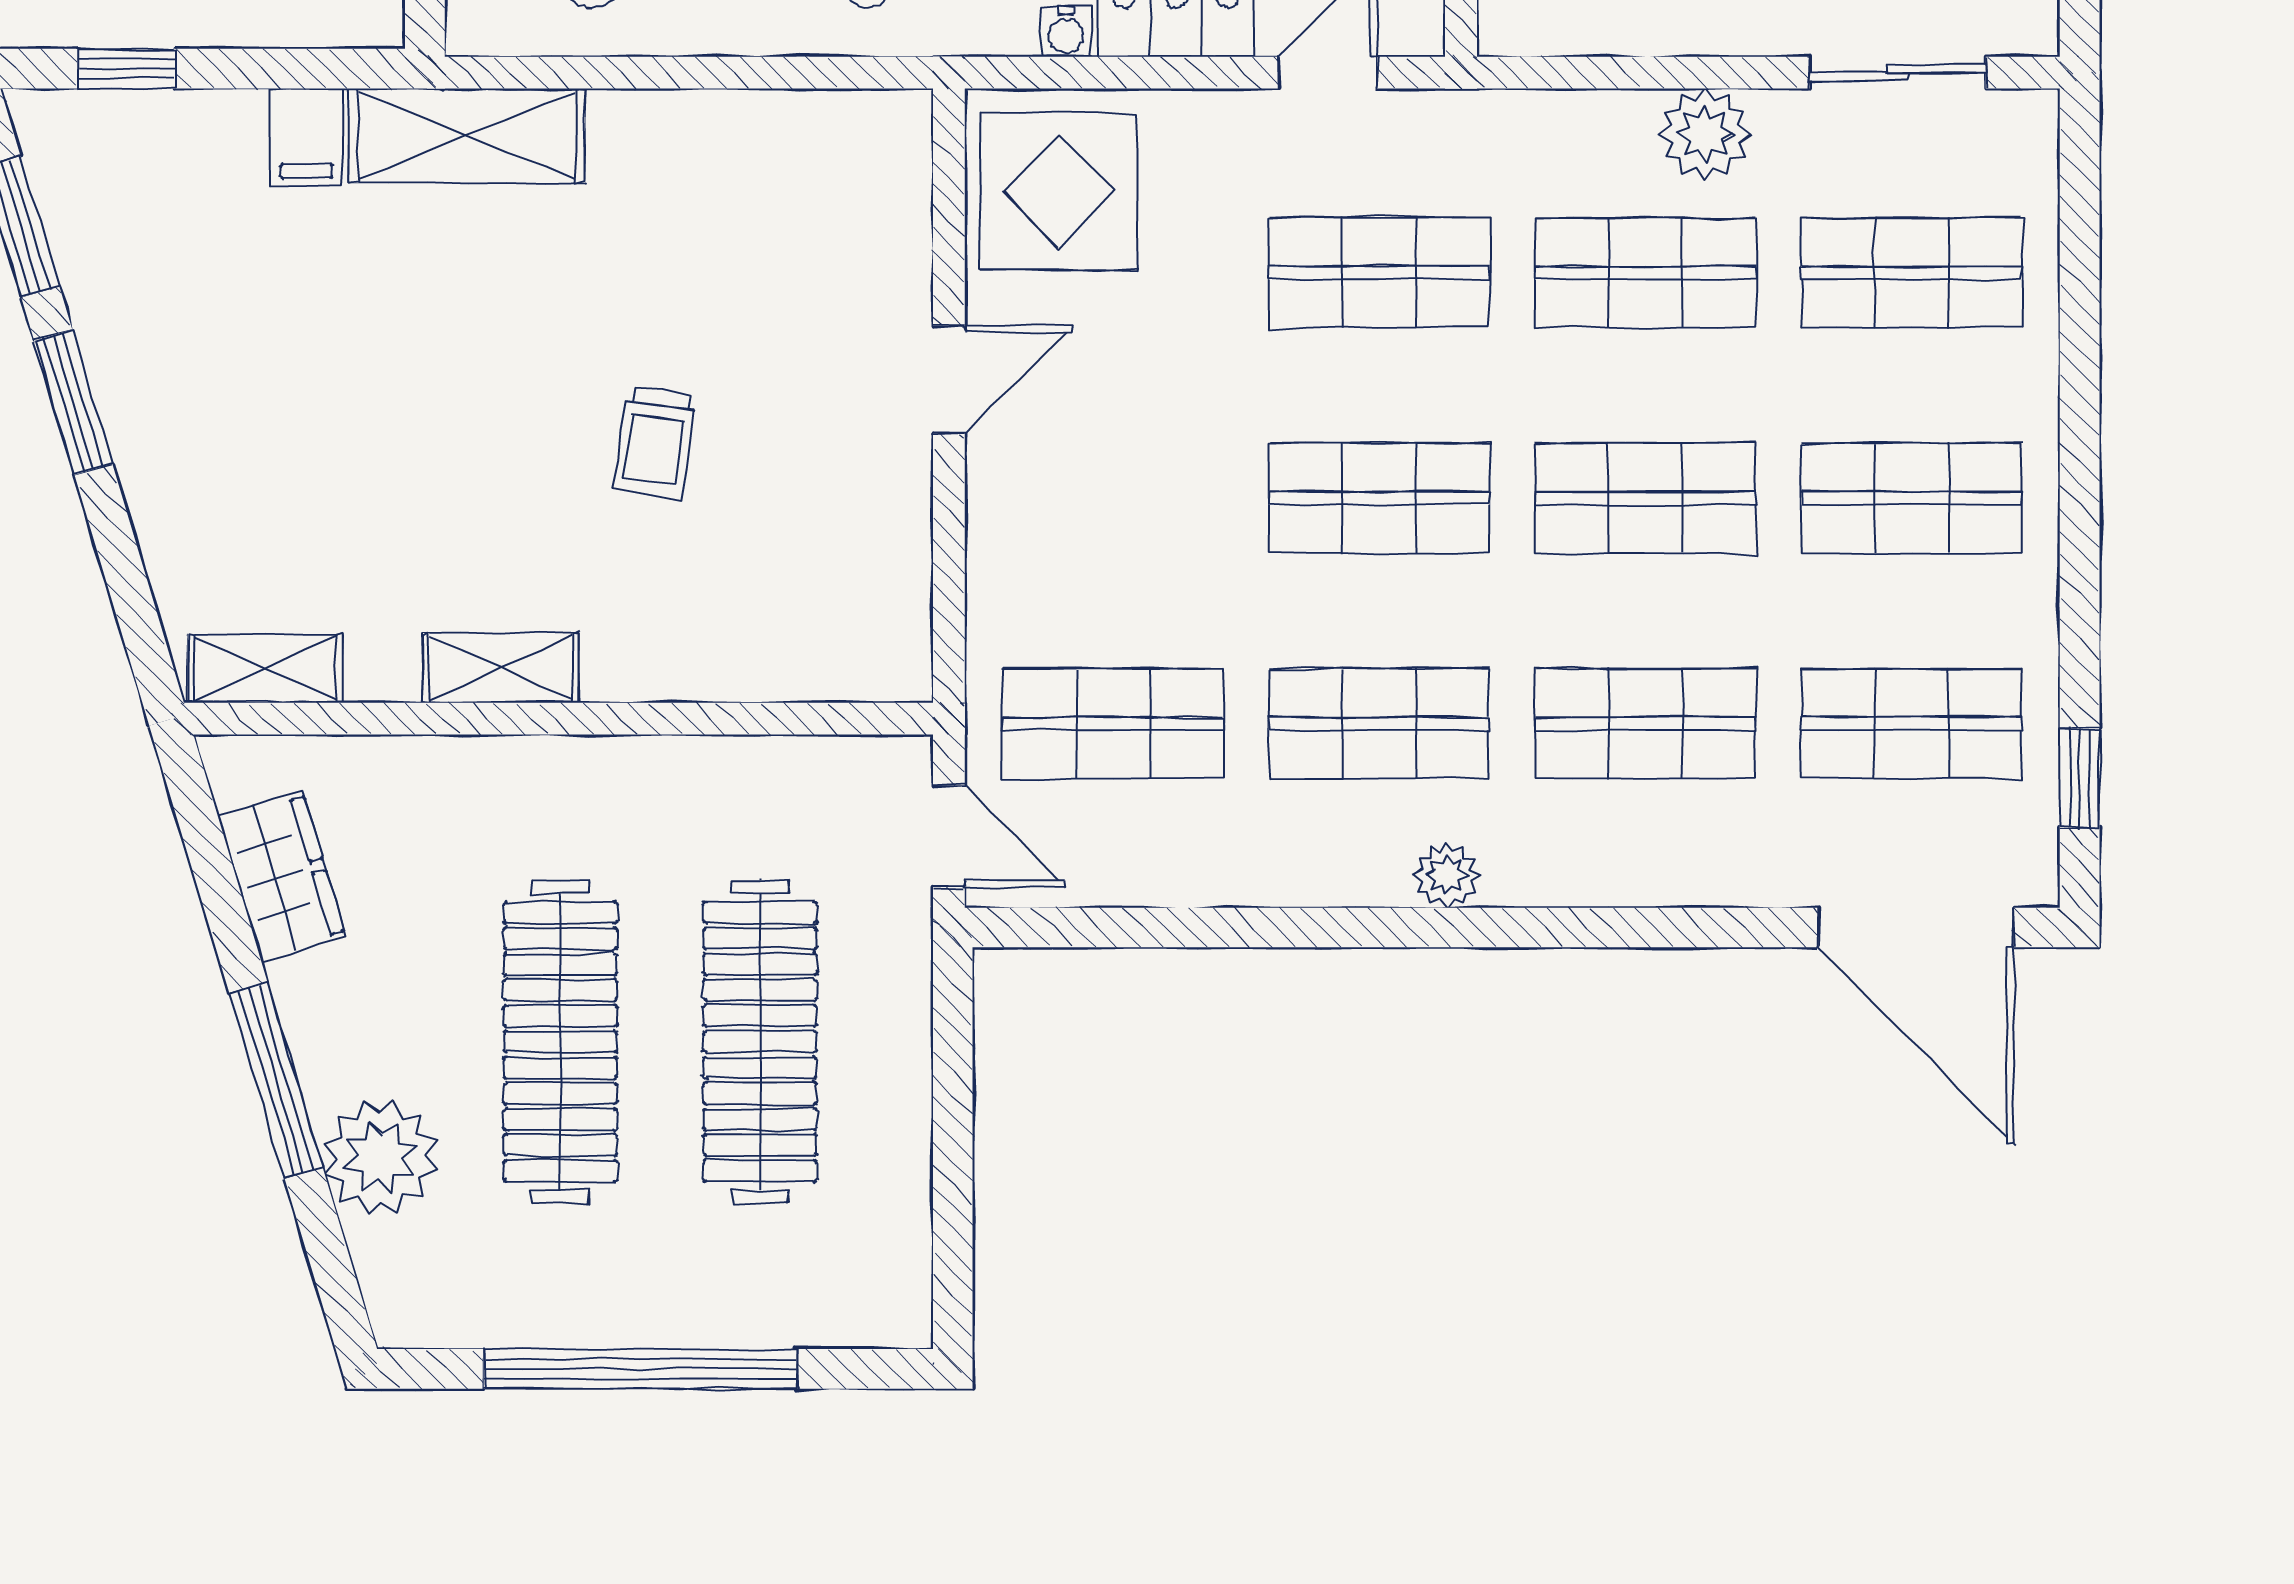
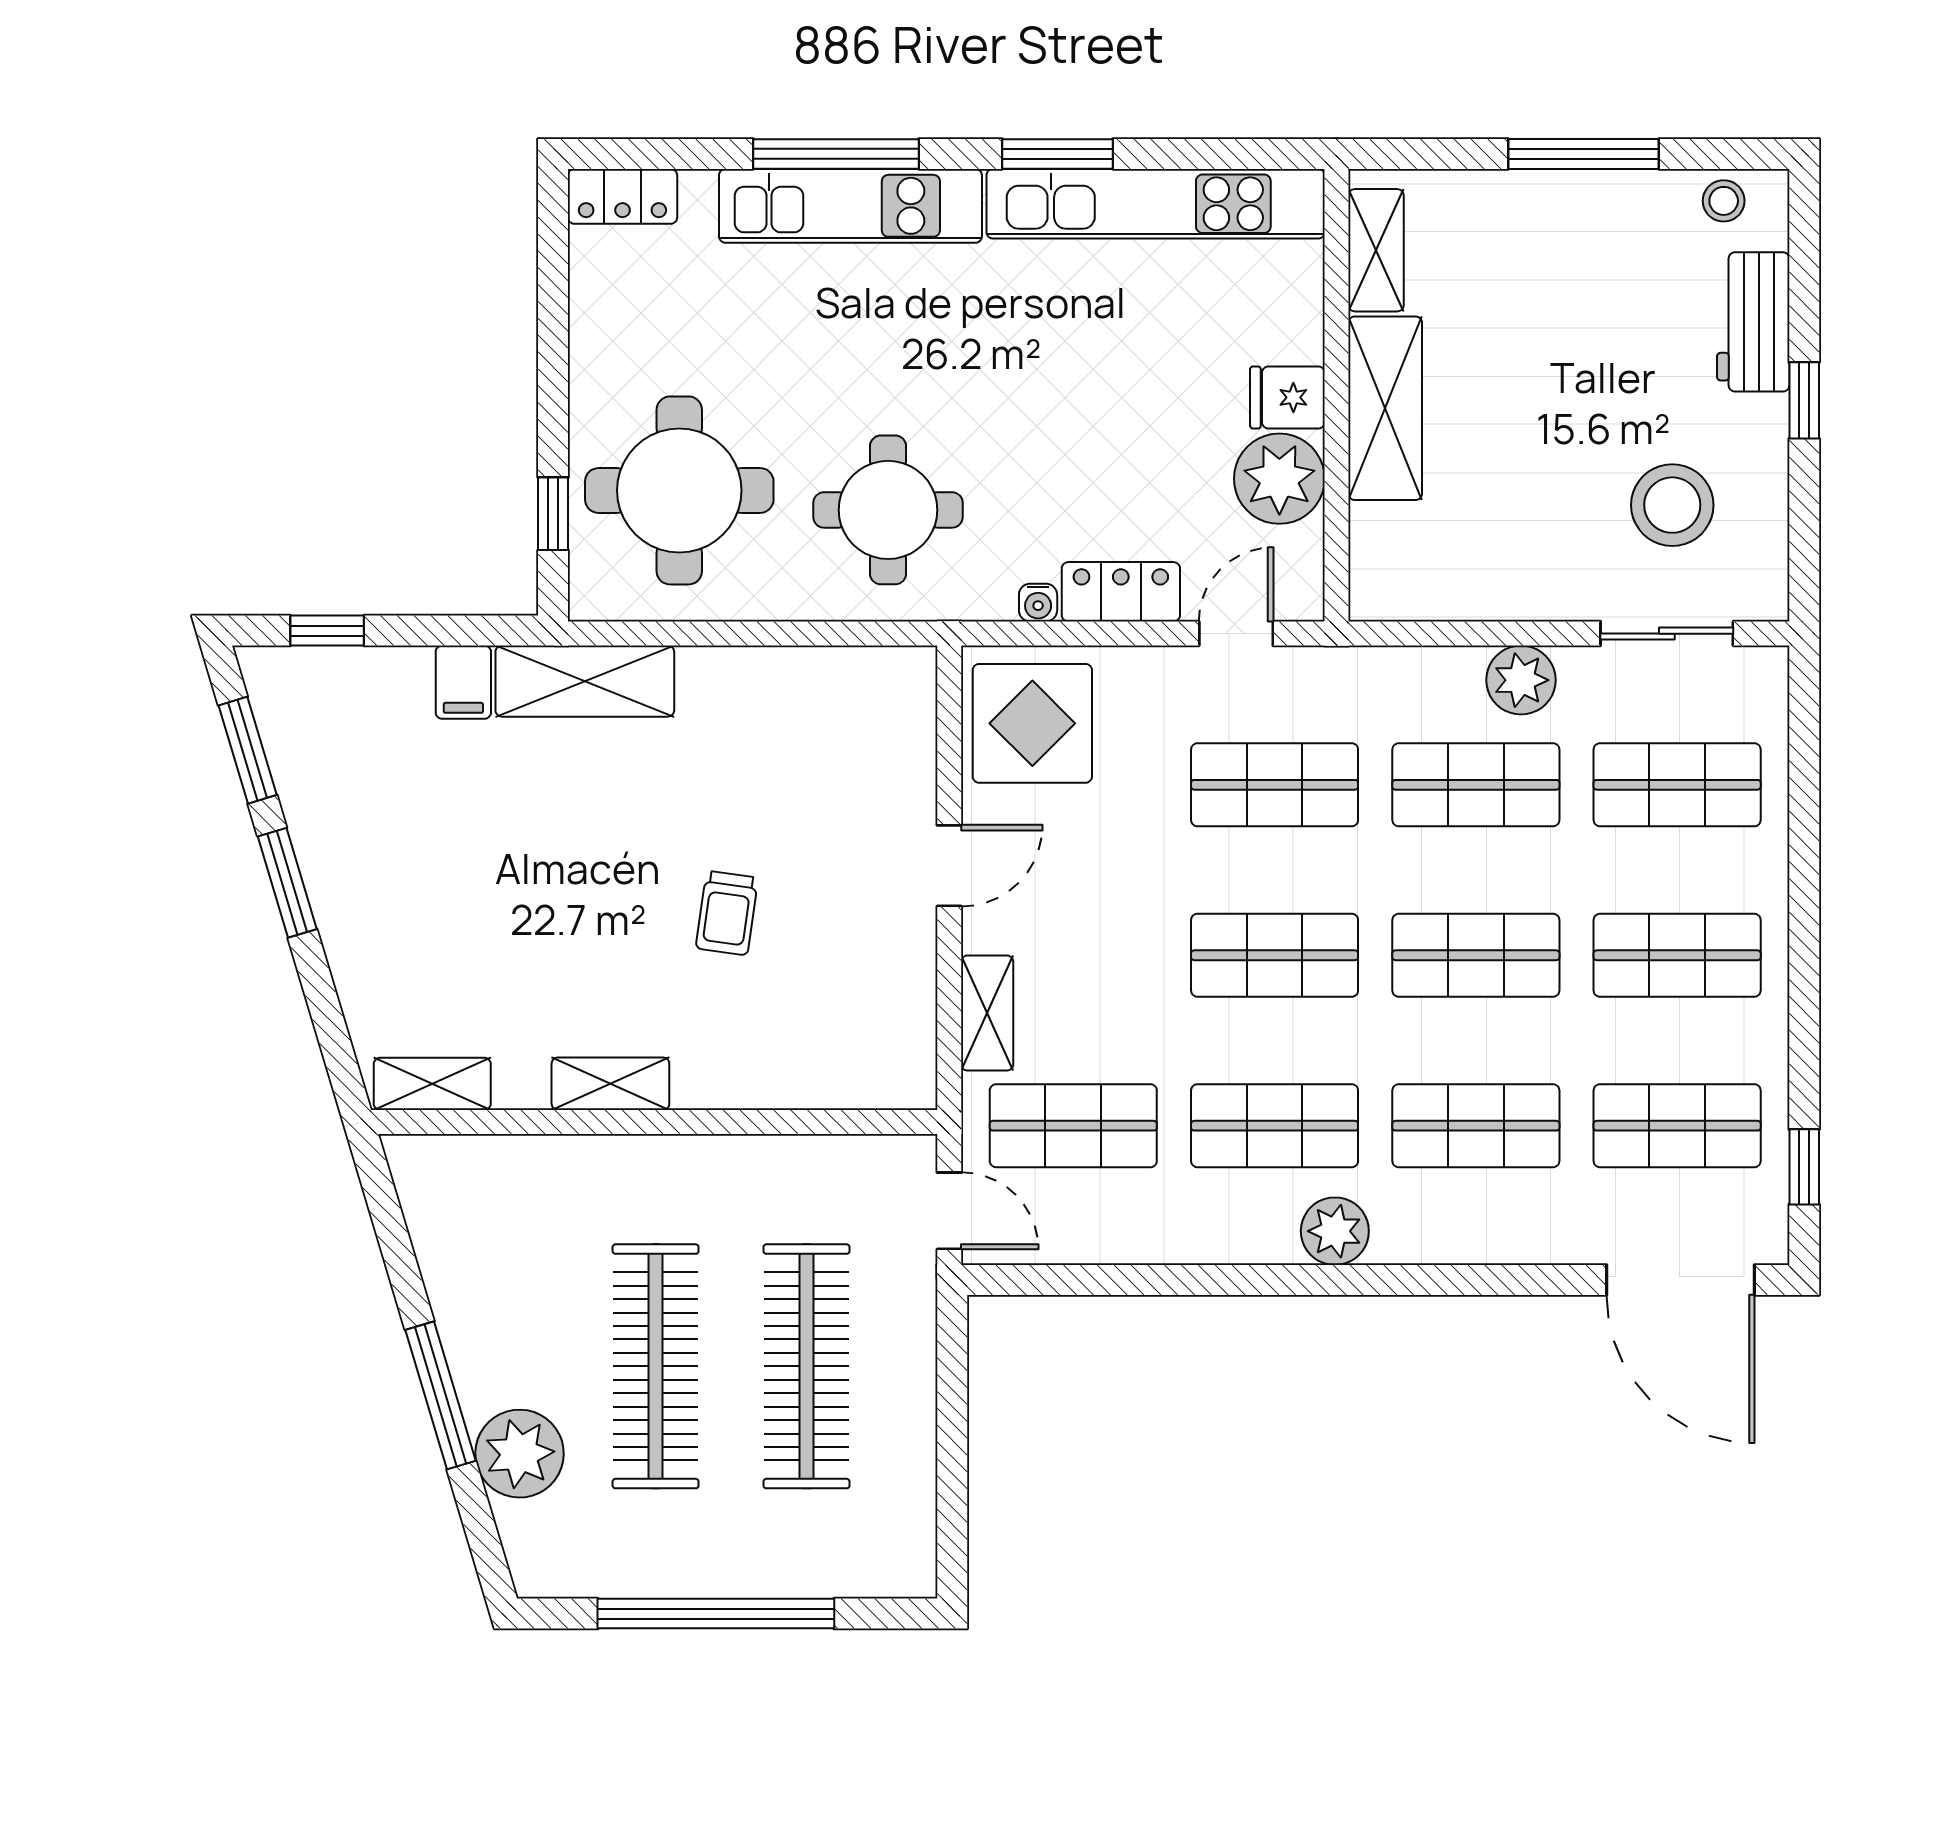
shelving: (999, 575) -> (987, 1013), added
plant: (1447, 875) -> (1335, 1231), width x1.38, depth x1.38
wardrobe: (282, 876) -> (445, 1241), removed

